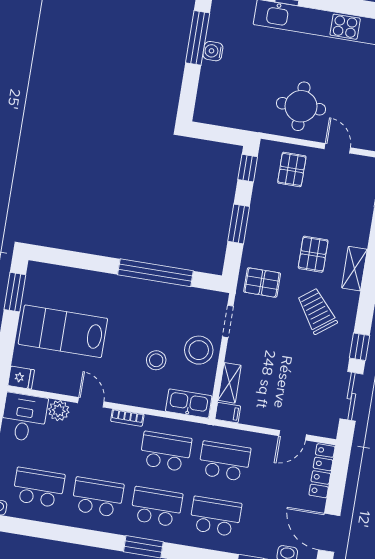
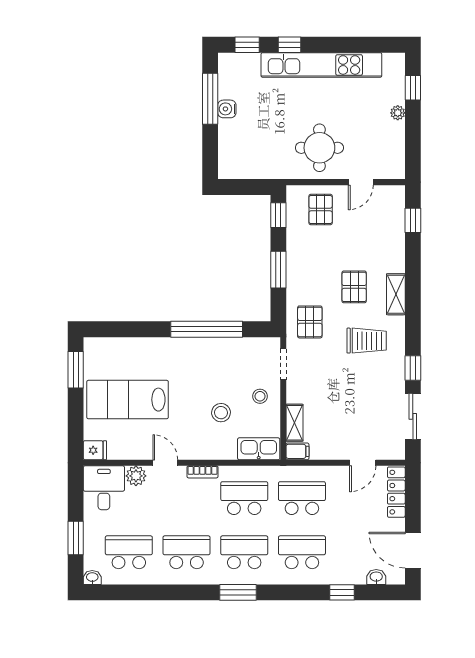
door: (337, 148) -> (361, 182), swing flipped
pallet: (262, 283) -> (310, 322), turned 90
trolley: (317, 311) -> (367, 341), turned 127
stool: (199, 350) -> (260, 396), width x0.53, depth x0.53

